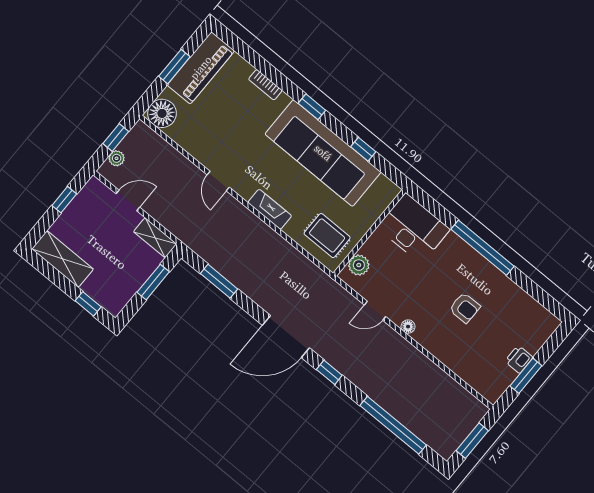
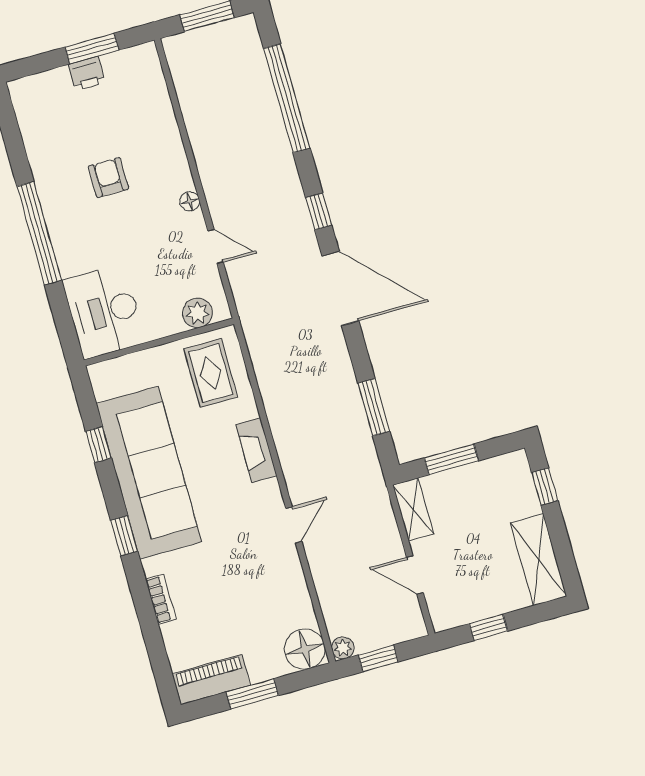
piano: (201, 68) -> (211, 680), width x0.73, depth x0.75
plant: (117, 158) -> (343, 648), moved

